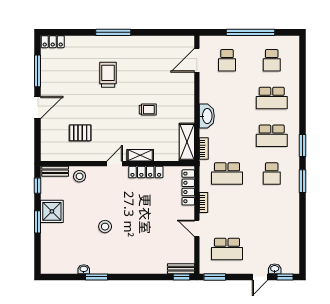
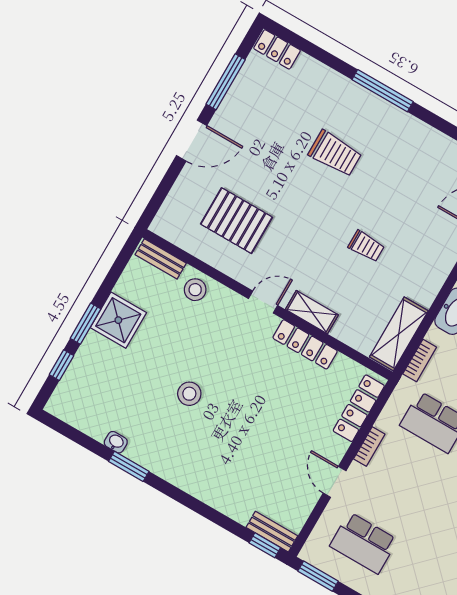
trolley: (108, 75) -> (335, 153), turned 90
pallet: (80, 133) -> (237, 221), width x1.50, depth x1.42
window: (37, 186) -> (61, 365), moved

